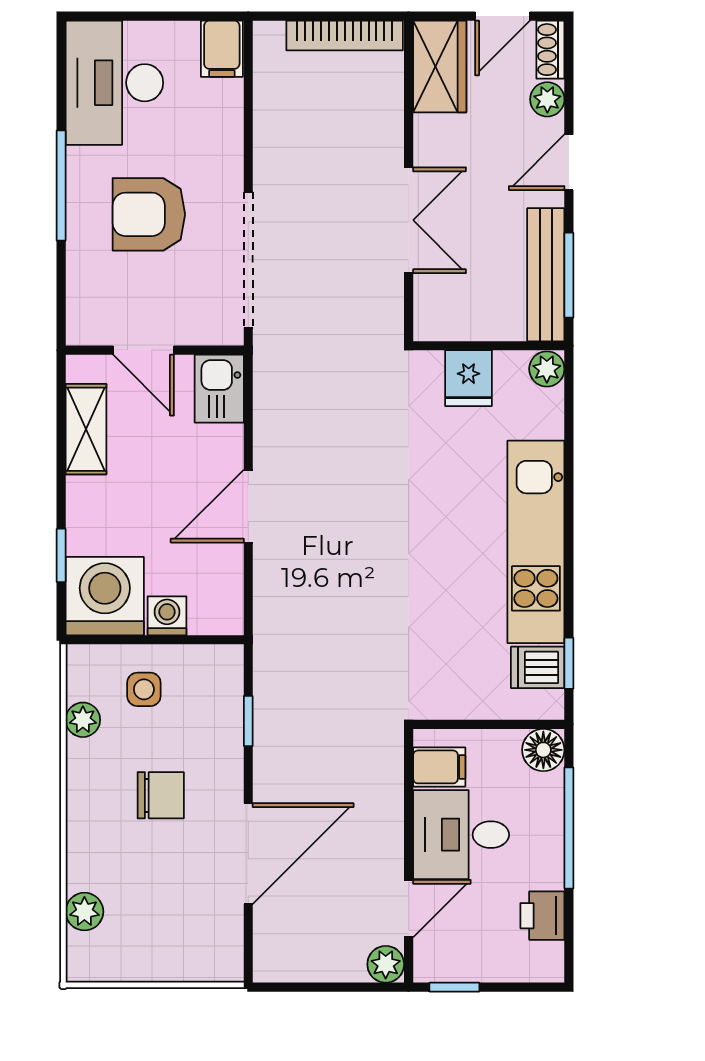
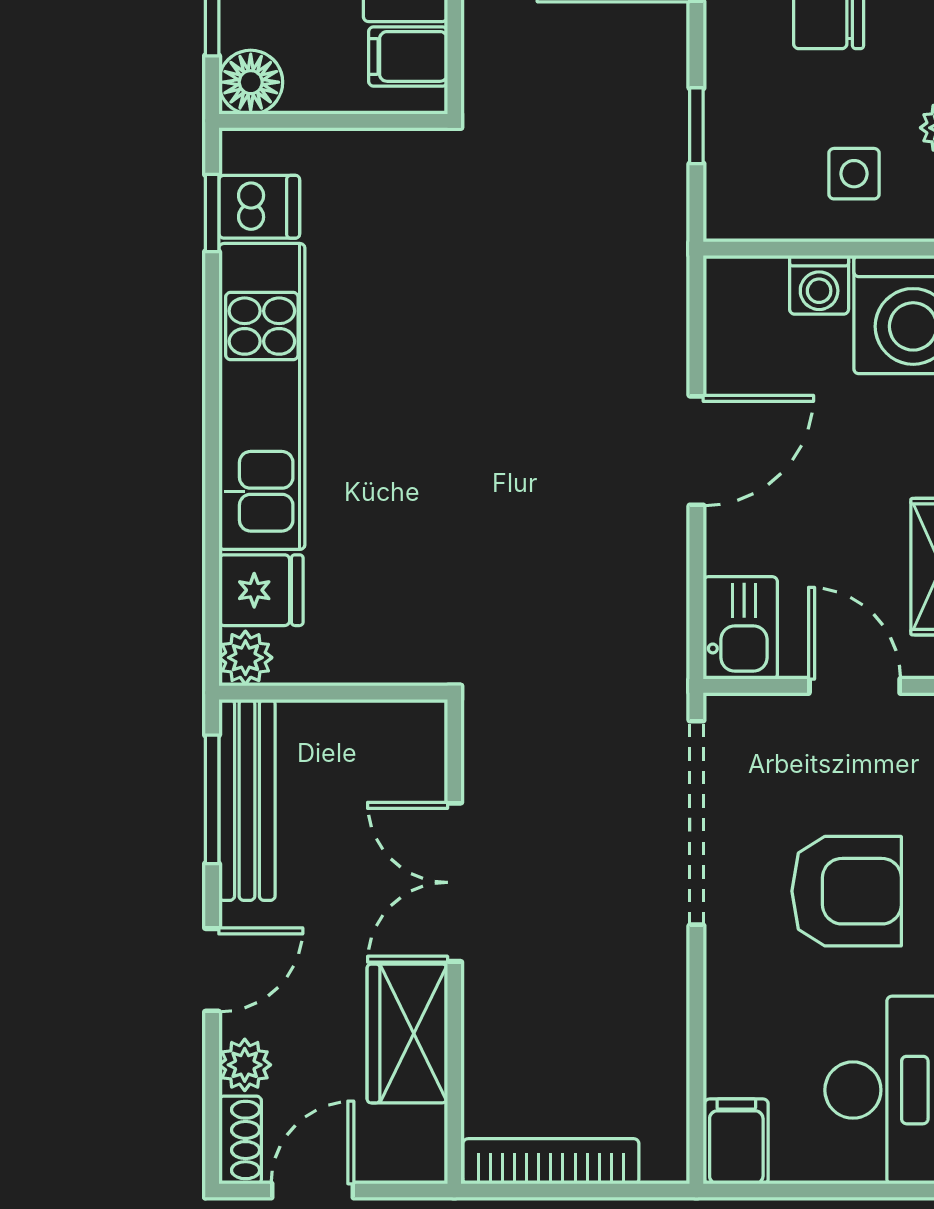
wardrobe: (440, 66) -> (407, 1033), moved
fridge: (469, 378) -> (261, 590), moved, turned 90

